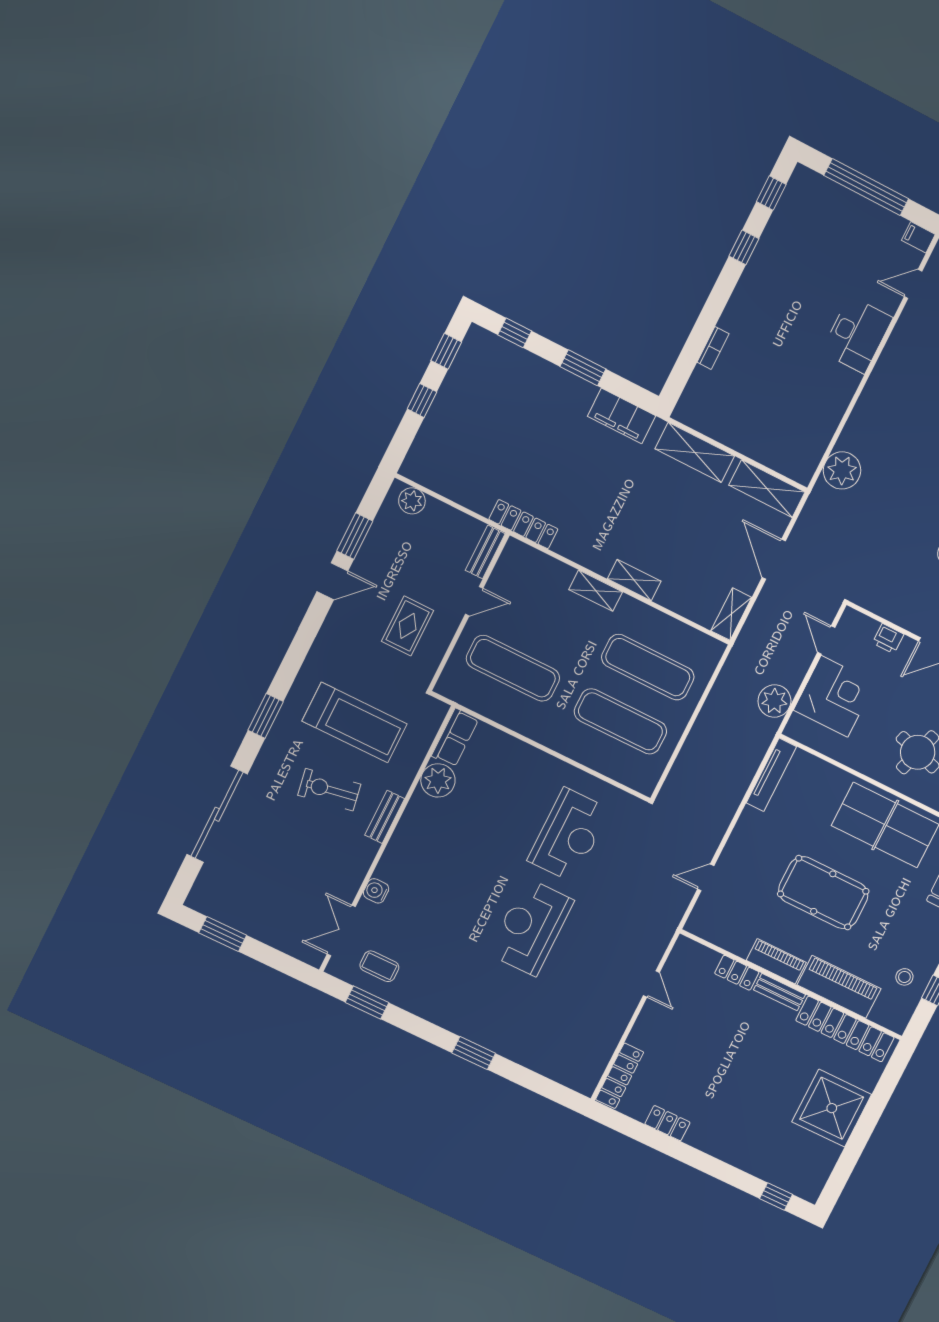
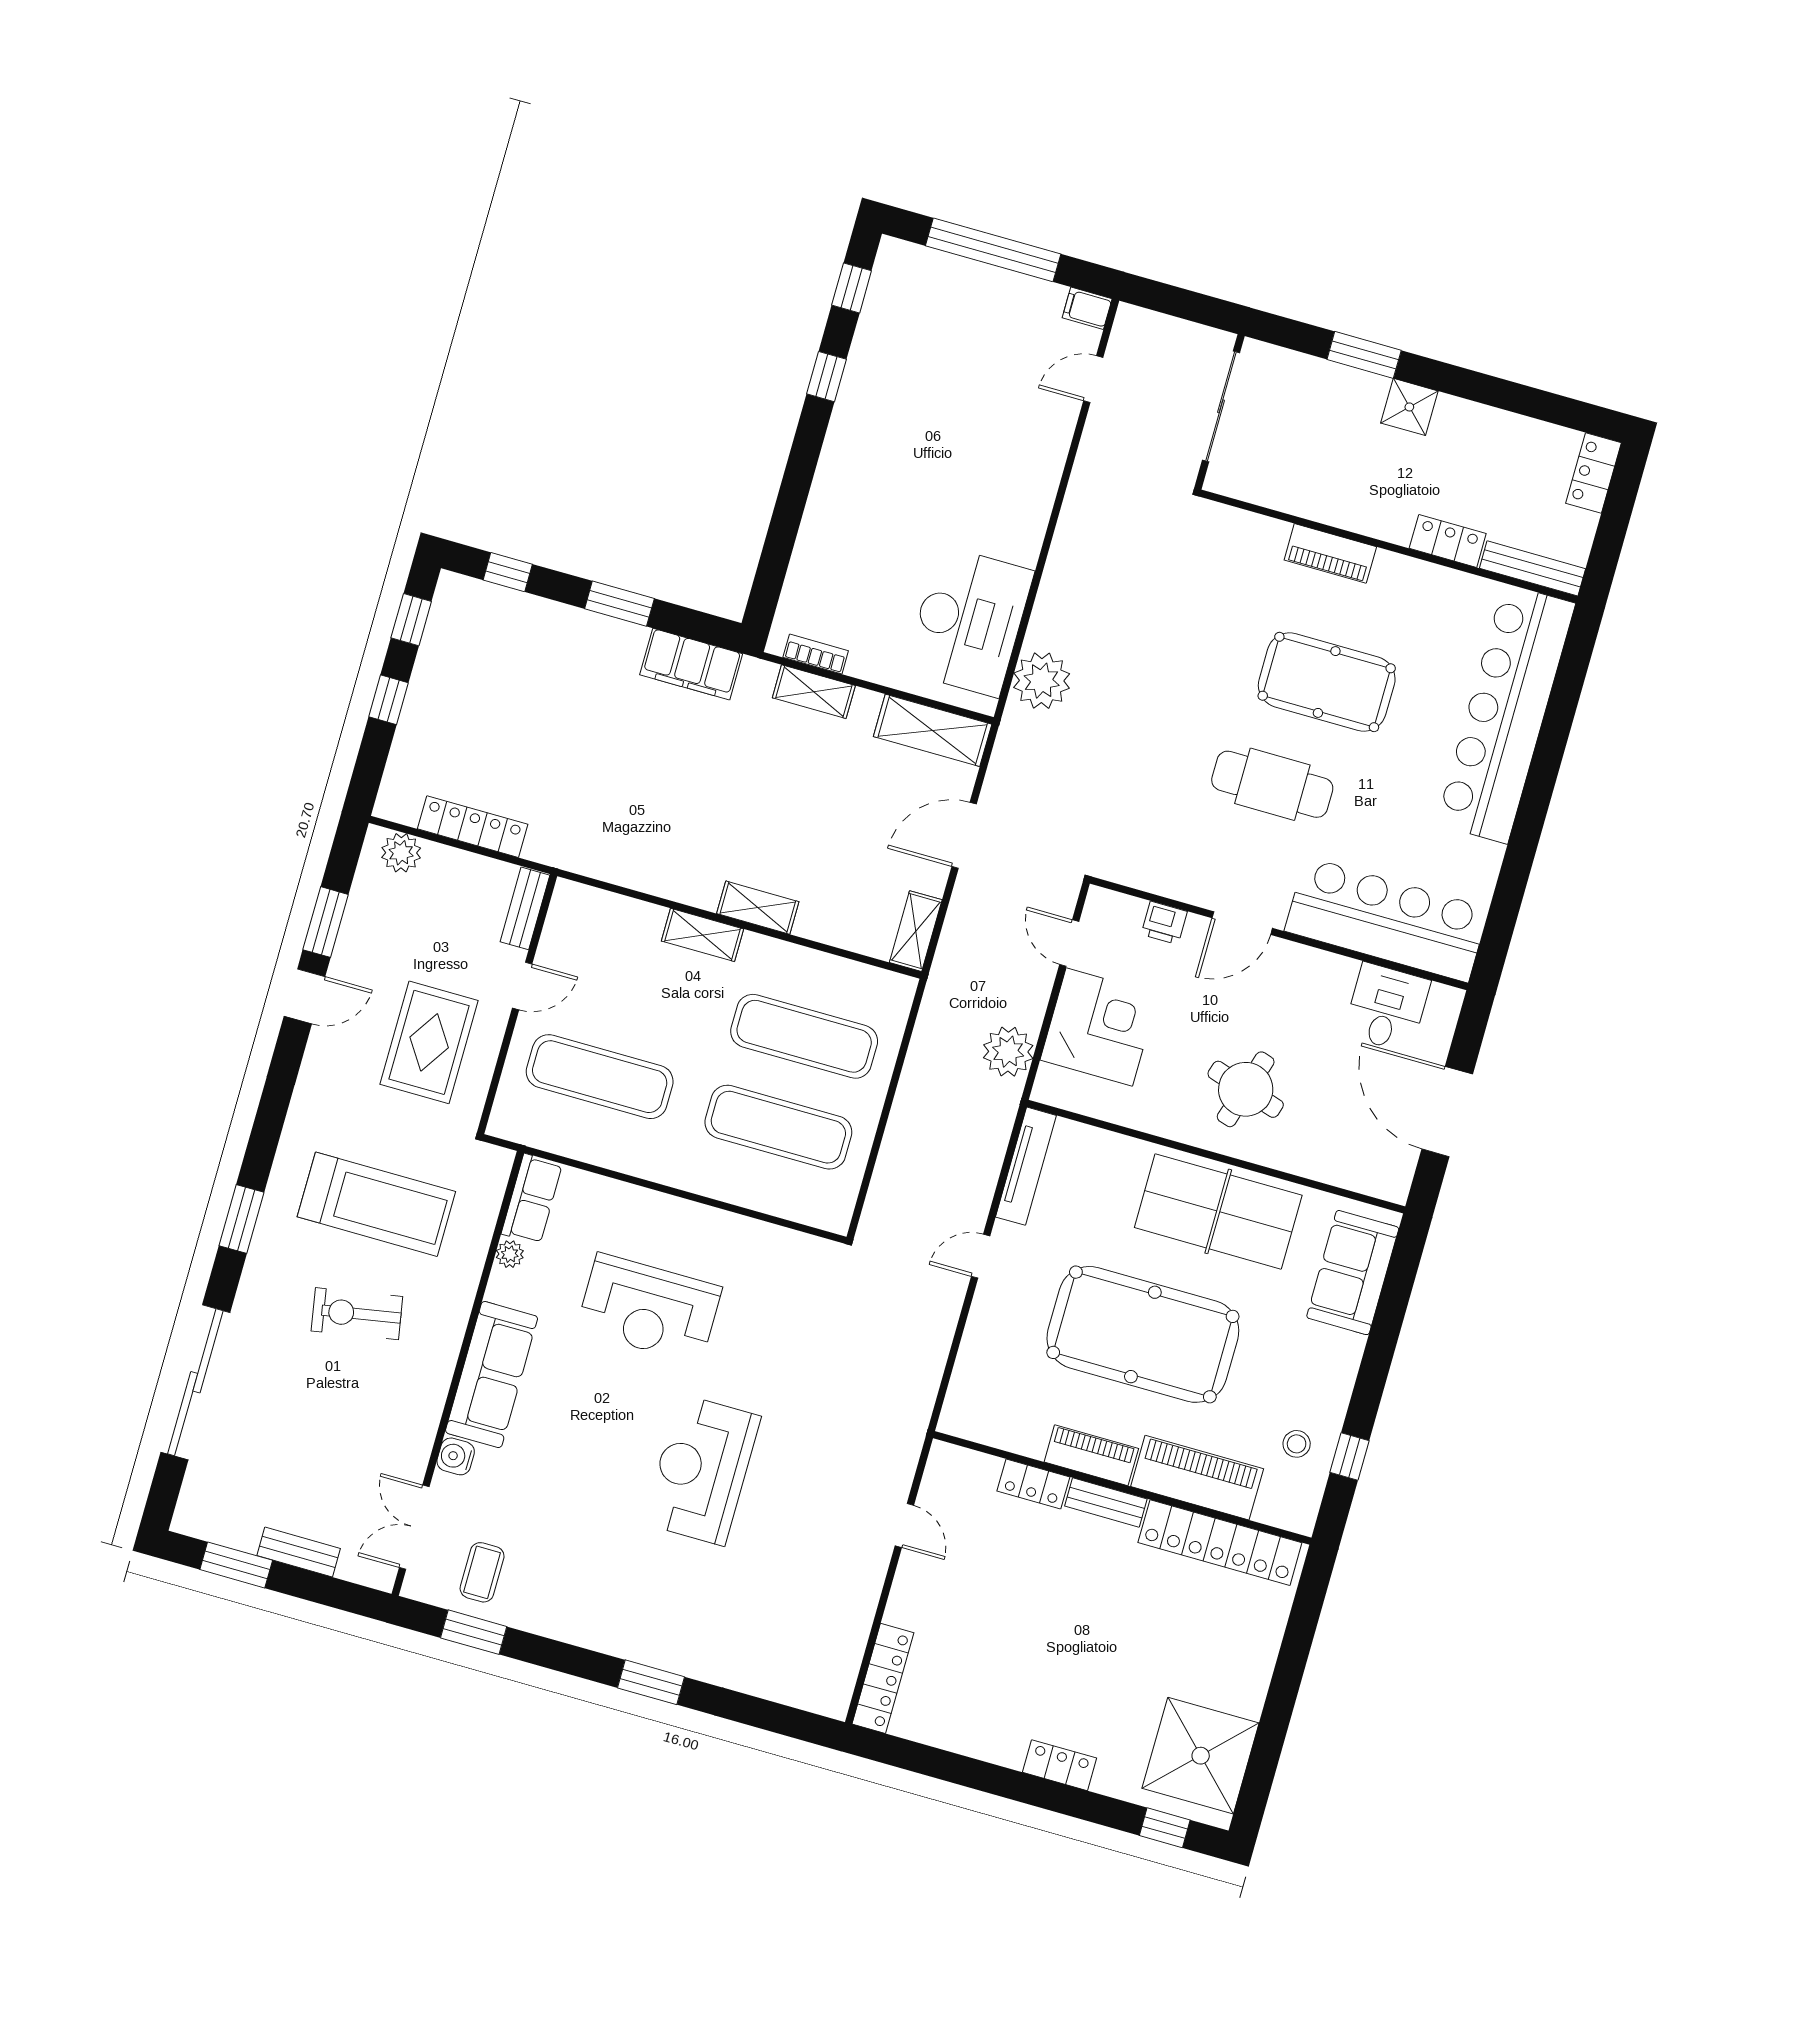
desk: (857, 335) -> (969, 621), moved, width x1.36, depth x1.30
bookcase: (713, 348) -> (816, 654), moved, turned -90
shelving: (695, 452) -> (814, 692), width x0.67, depth x0.75
locker: (523, 524) -> (473, 827), moved
door: (774, 559) -> (964, 835), hinge flipped
rug: (408, 626) -> (429, 1042), width x1.36, depth x1.43
plant: (438, 780) -> (510, 1254), width x0.53, depth x0.53
bench: (385, 817) -> (299, 1552), moved, turned 90
reception desk: (569, 835) -> (649, 1308), moved, turned 90
sofa: (409, 844) -> (492, 1375), added
door: (706, 877) -> (981, 1256), moved
pool table: (823, 893) -> (1143, 1334), width x1.36, depth x1.32
coffee table: (379, 966) -> (482, 1572), turned 90
shower: (832, 1108) -> (1201, 1756), moved
locker: (667, 1123) -> (1060, 1765), moved

